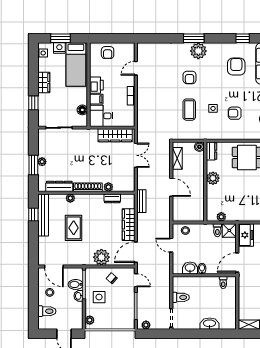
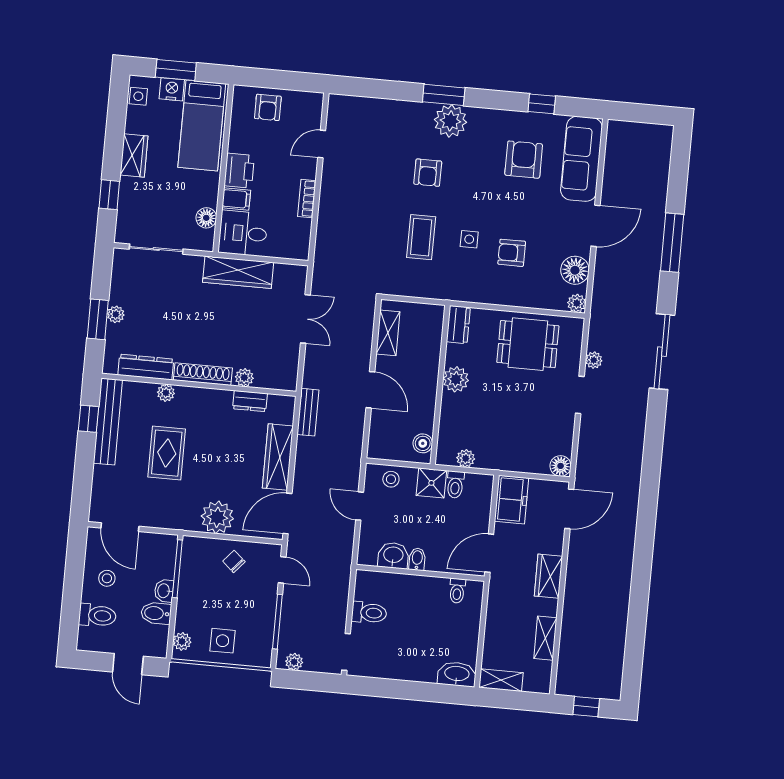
wardrobe: (115, 135) -> (238, 272), moved
boiler: (199, 147) -> (423, 443), moved
shower: (229, 230) -> (431, 483), moved
bidet: (76, 284) -> (156, 613), moved
side table: (99, 297) -> (222, 641), moved
washbasin: (209, 324) -> (457, 674), moved

